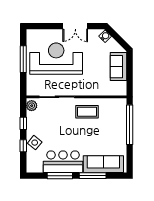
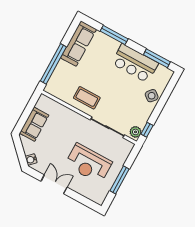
reception desk: (56, 59) -> (89, 163), width x0.74, depth x0.77
window: (23, 123) -> (147, 130), moved
window: (23, 146) -> (164, 99), removed
sofa: (103, 164) -> (78, 44), moved, turned -90
window: (60, 176) -> (157, 58), moved

